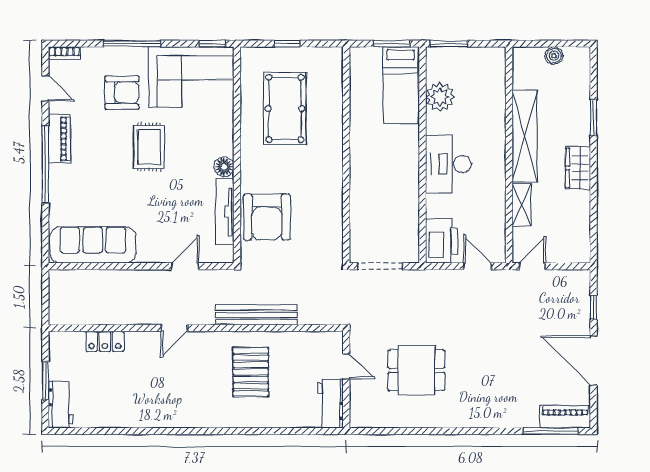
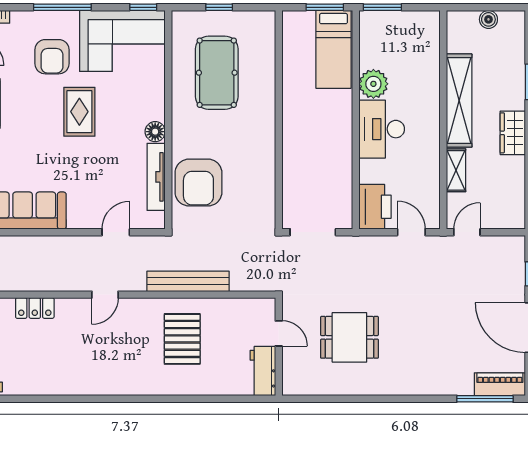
armchair: (122, 93) -> (52, 57), turned 90
plant: (440, 97) -> (373, 84), moved

